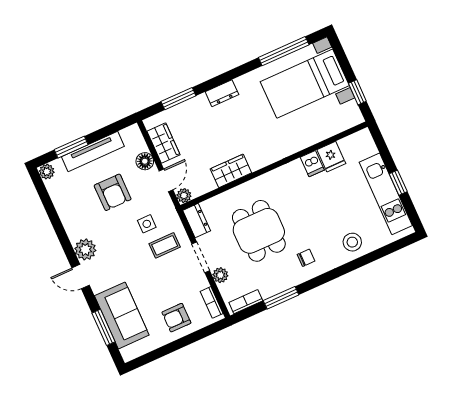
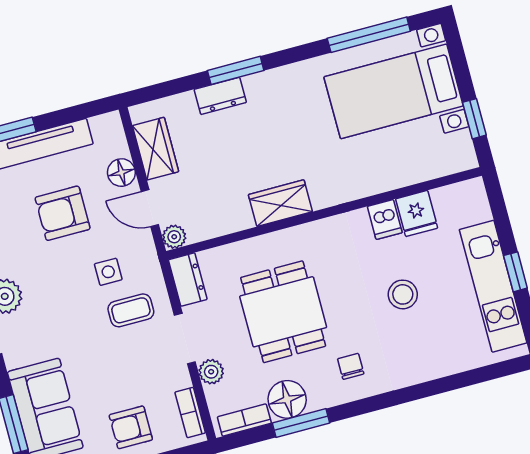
dresser: (222, 93) -> (220, 96), moved
window: (178, 99) -> (236, 70), moved
wardrobe: (231, 171) -> (280, 203), moved
door: (166, 180) -> (150, 208), swing flipped
armchair: (113, 192) -> (63, 213), turned 90
stool: (352, 242) -> (403, 294), moved
chair: (306, 258) -> (351, 366), turned -90
floor lamp: (270, 285) -> (287, 399), added

